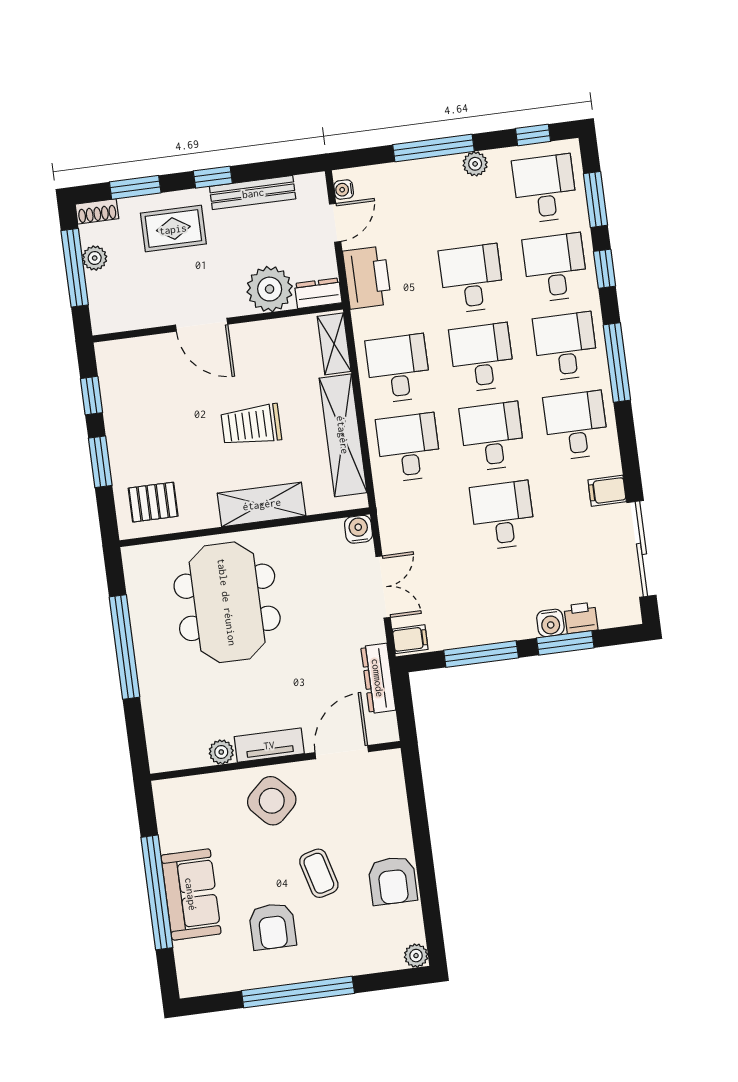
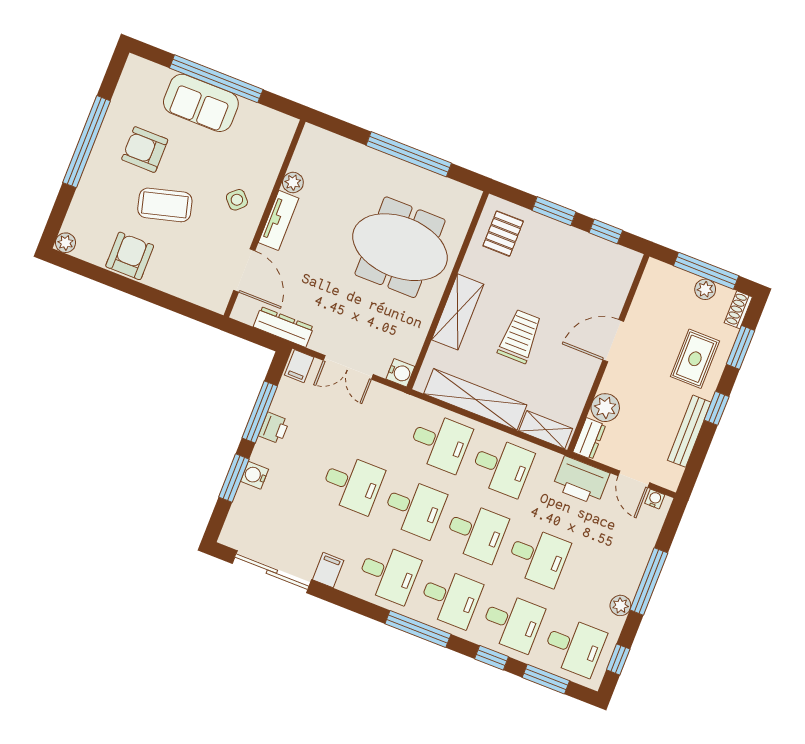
plant: (270, 289) -> (605, 408), width x0.73, depth x0.73
printer: (581, 618) -> (274, 428), moved
side table: (272, 801) -> (237, 200), width x0.54, depth x0.54
coffee table: (319, 873) -> (165, 205), width x1.36, depth x1.30
armchair: (393, 881) -> (130, 256), turned 90

